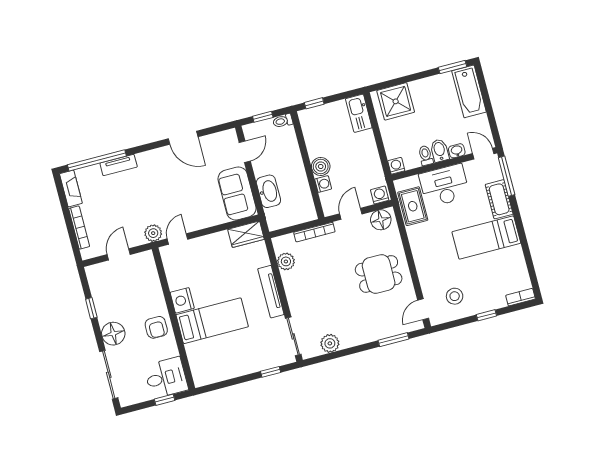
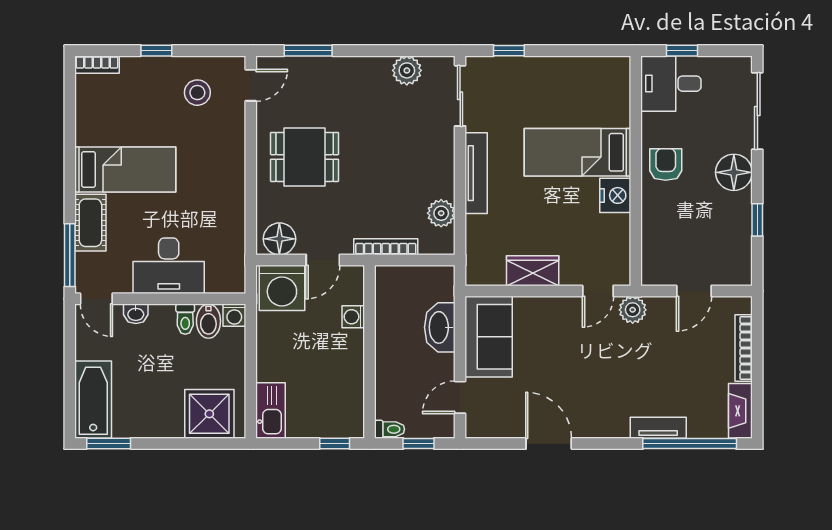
bidet: (440, 151) -> (208, 321), moved
boiler: (321, 167) -> (350, 344), removed
washing machine: (380, 195) -> (282, 288), width x1.89, depth x1.89
rug: (413, 206) -> (225, 247), removed
wardrobe: (246, 234) -> (533, 271), moved

